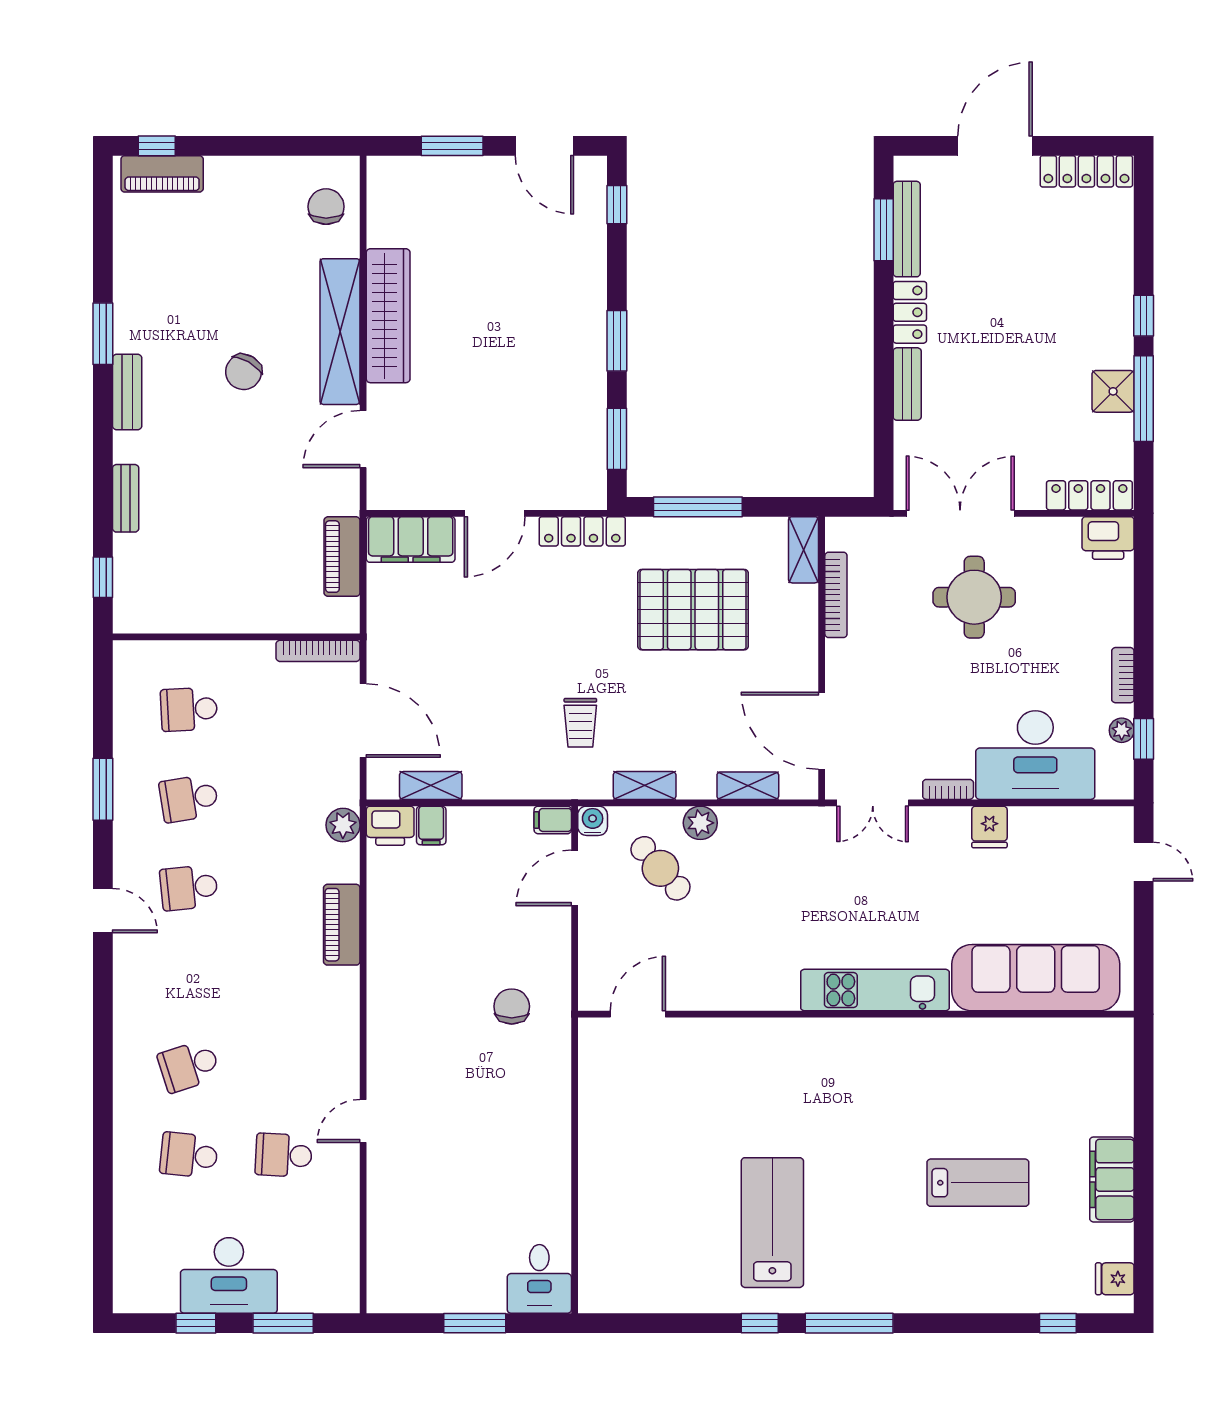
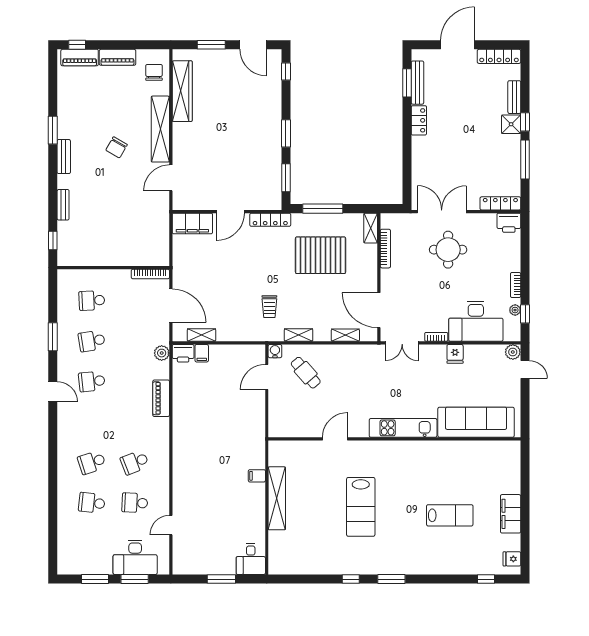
wardrobe: (388, 316) -> (182, 91), moved
bench: (907, 384) -> (514, 97), moved
shower: (1113, 391) -> (511, 124), moved
piano: (342, 557) -> (117, 57), moved, turned -90
filing cabinet: (553, 820) -> (257, 476), moved
plant: (700, 823) -> (513, 352), moved
chair: (512, 1006) -> (238, 435), removed
door: (638, 1014) -> (335, 439), moved
school desk: (284, 1066) -> (135, 462), added
door: (363, 1121) -> (171, 525), moved
shelving: (597, 1145) -> (277, 498), added
lab bench: (772, 1223) -> (361, 507), moved, turned 180
desk: (229, 1275) -> (135, 557), moved
window: (196, 1323) -> (95, 579), width x1.50
window: (849, 1323) -> (391, 579), width x0.69

